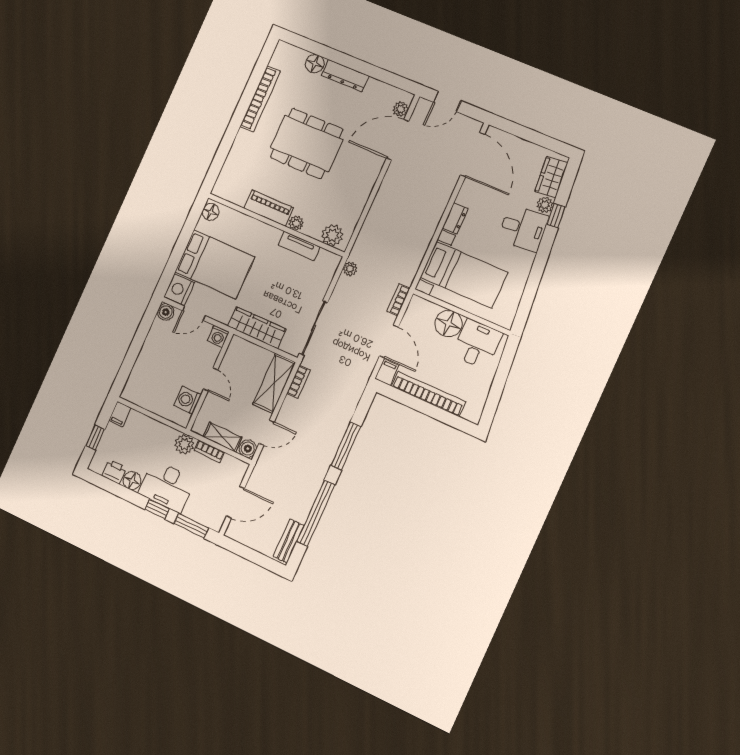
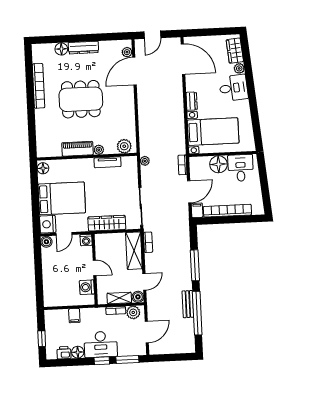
window: (556, 216) -> (249, 72), removed
door: (389, 341) -> (189, 192), hinge flipped
filing cabinet: (120, 414) -> (74, 316), moved
plant: (184, 444) -> (133, 312), moved
bench: (289, 541) -> (188, 304), moved

